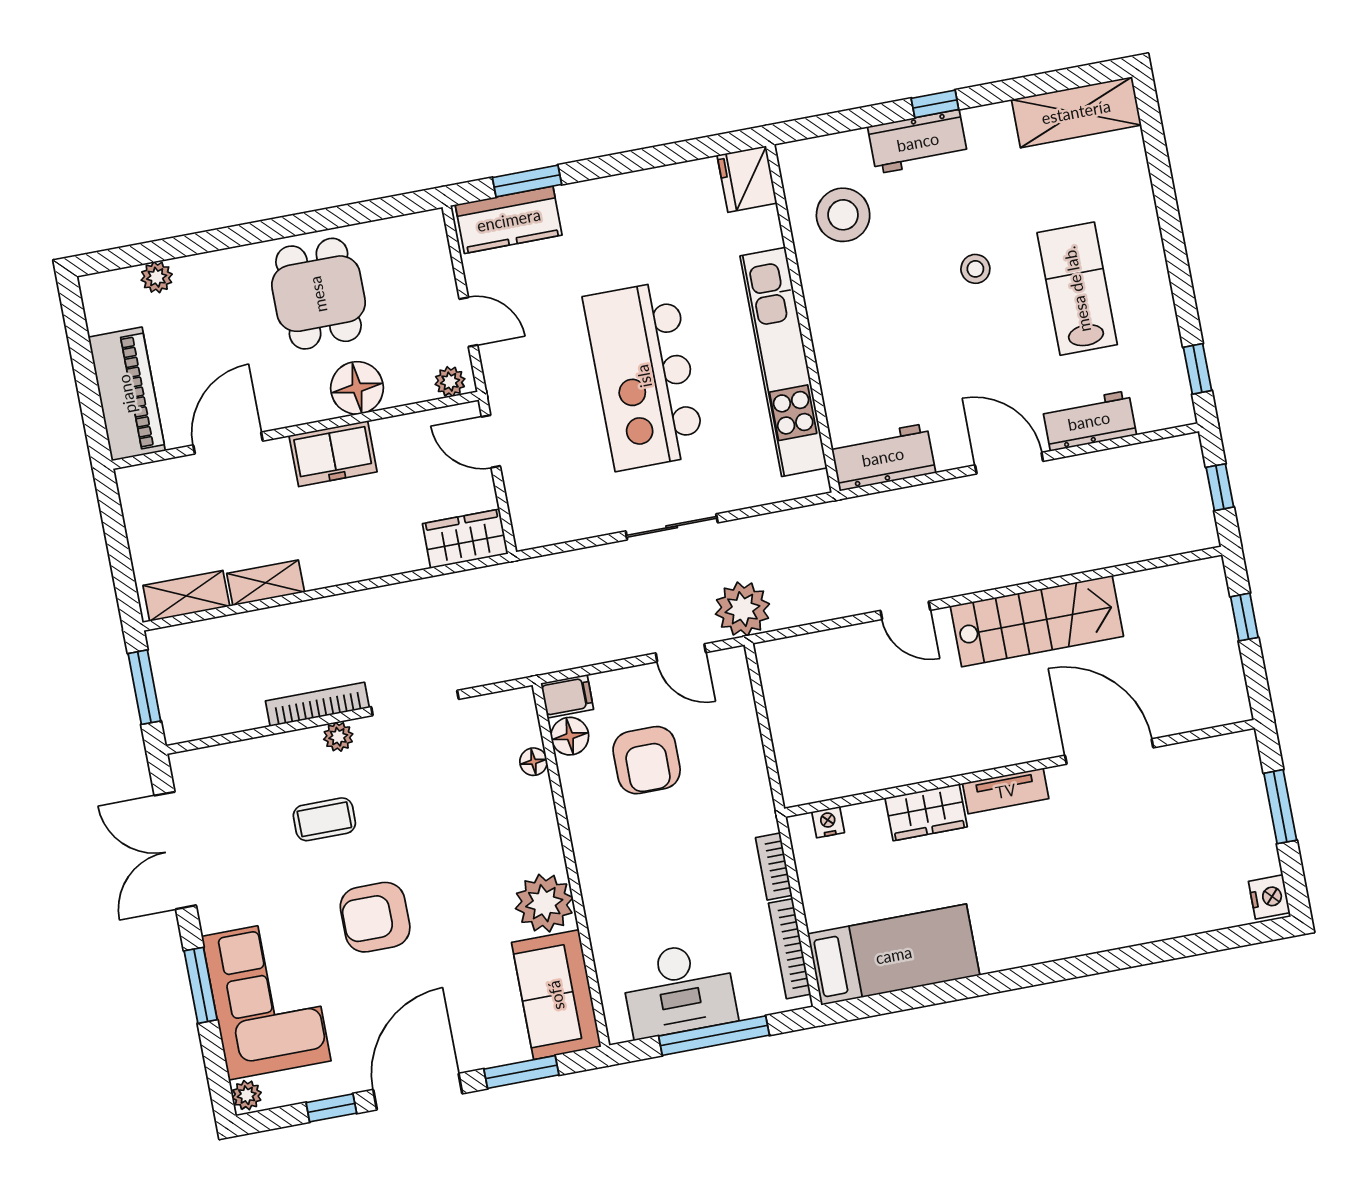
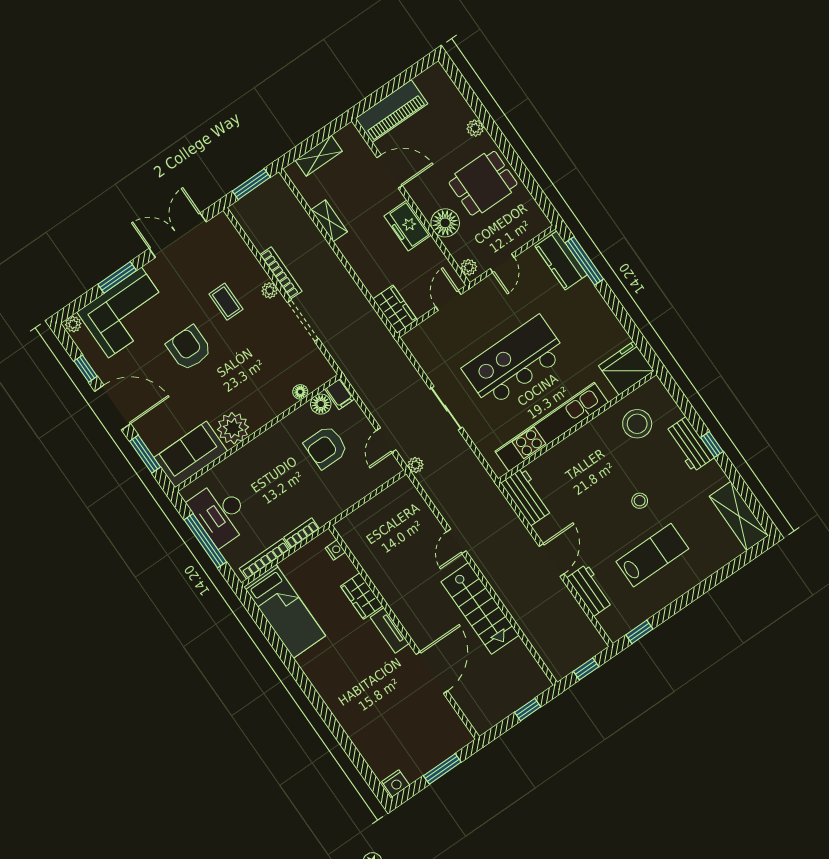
fridge: (747, 179) -> (626, 368), width x1.36, depth x1.34
window: (527, 181) -> (584, 261), width x1.44
plant: (157, 277) -> (475, 128), moved
shelving: (186, 596) -> (319, 156), moved, turned 90
plant: (742, 609) -> (416, 465), width x0.53, depth x0.53

